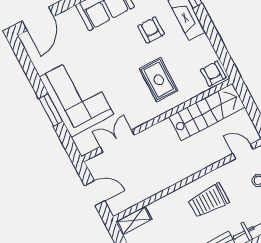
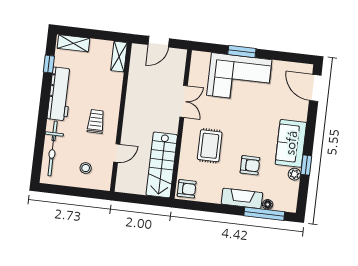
rug: (159, 80) -> (210, 146), turned 90
double door: (117, 141) -> (184, 101), moved
door: (243, 151) -> (117, 153), moved
trolley: (209, 201) -> (96, 121), width x0.73, depth x0.72

